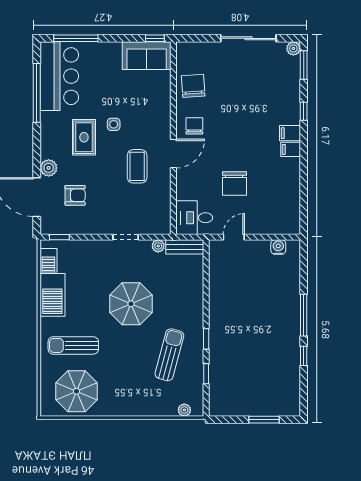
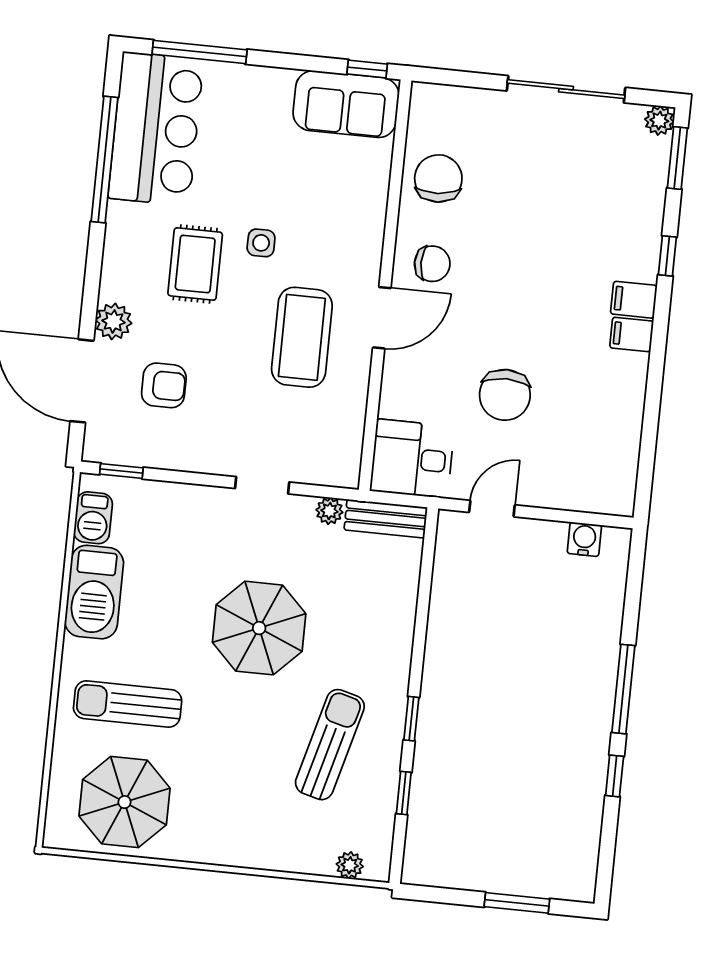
chair: (194, 126) -> (432, 264), turned 90
coffee table: (137, 166) -> (302, 337), width x1.36, depth x1.32

